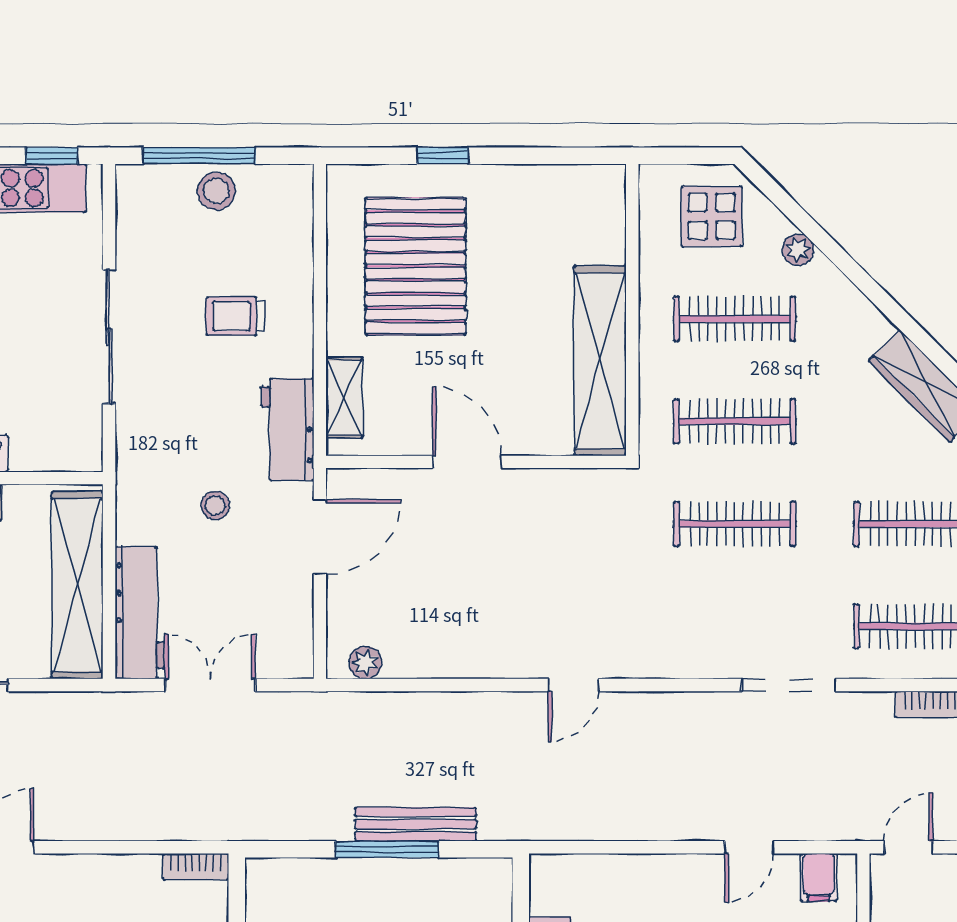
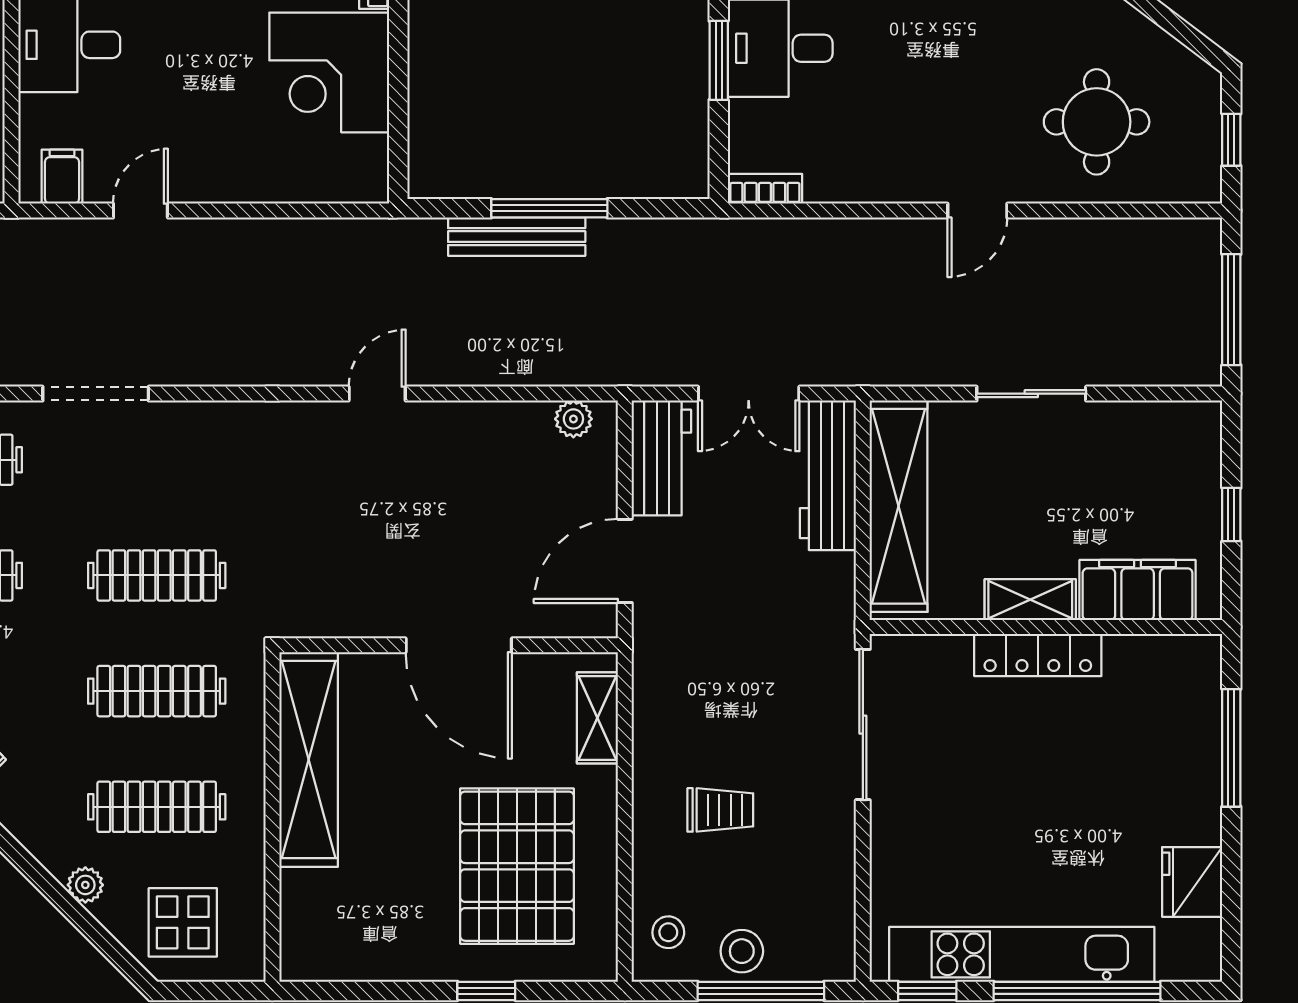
sliding door: (109, 337) -> (863, 725), moved
workbench: (287, 429) -> (661, 458), moved
door: (467, 462) -> (459, 645), width x1.36
stool: (215, 505) -> (668, 932), moved
door: (574, 685) -> (377, 394), moved

